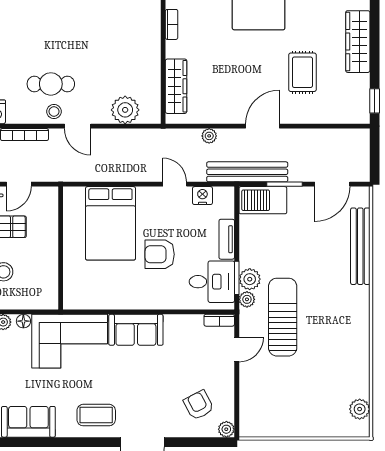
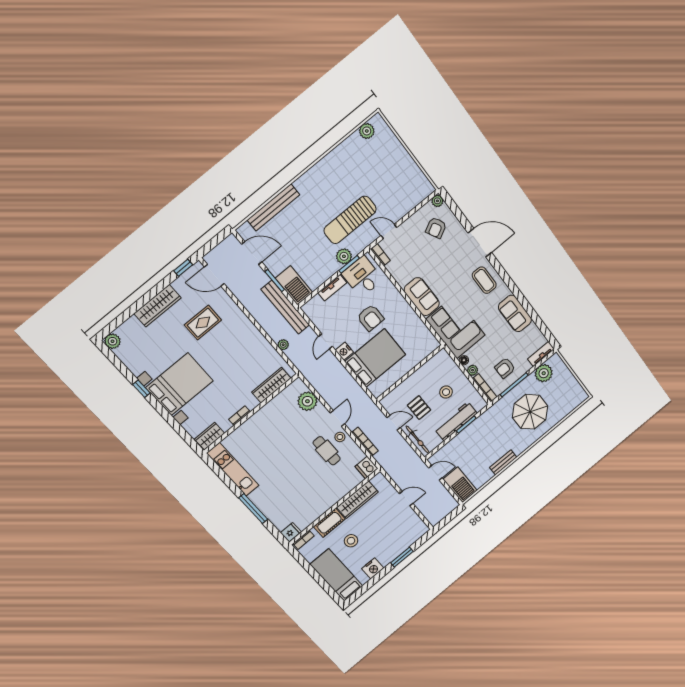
door: (262, 126) -> (214, 275), moved
nightstand: (202, 196) -> (344, 351), moved
plant: (247, 299) -> (356, 249), removed

